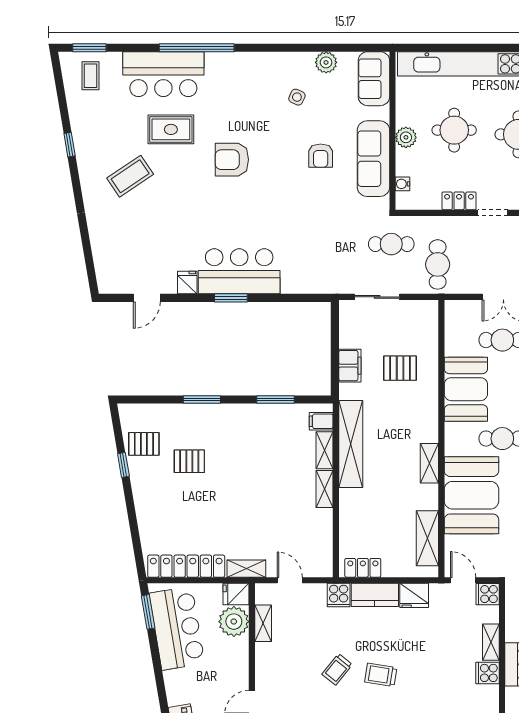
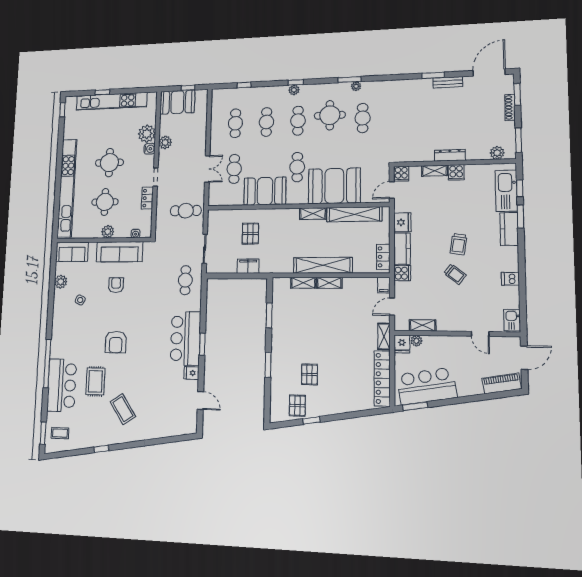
armchair: (321, 156) -> (116, 285), turned -90
cafe table: (391, 244) -> (185, 280), moved
filing cabinet: (321, 421) -> (384, 285), moved
shelving: (351, 444) -> (323, 265), moved
shelving: (427, 538) -> (354, 214), width x1.47
plant: (234, 622) -> (416, 341), width x0.53, depth x0.53

